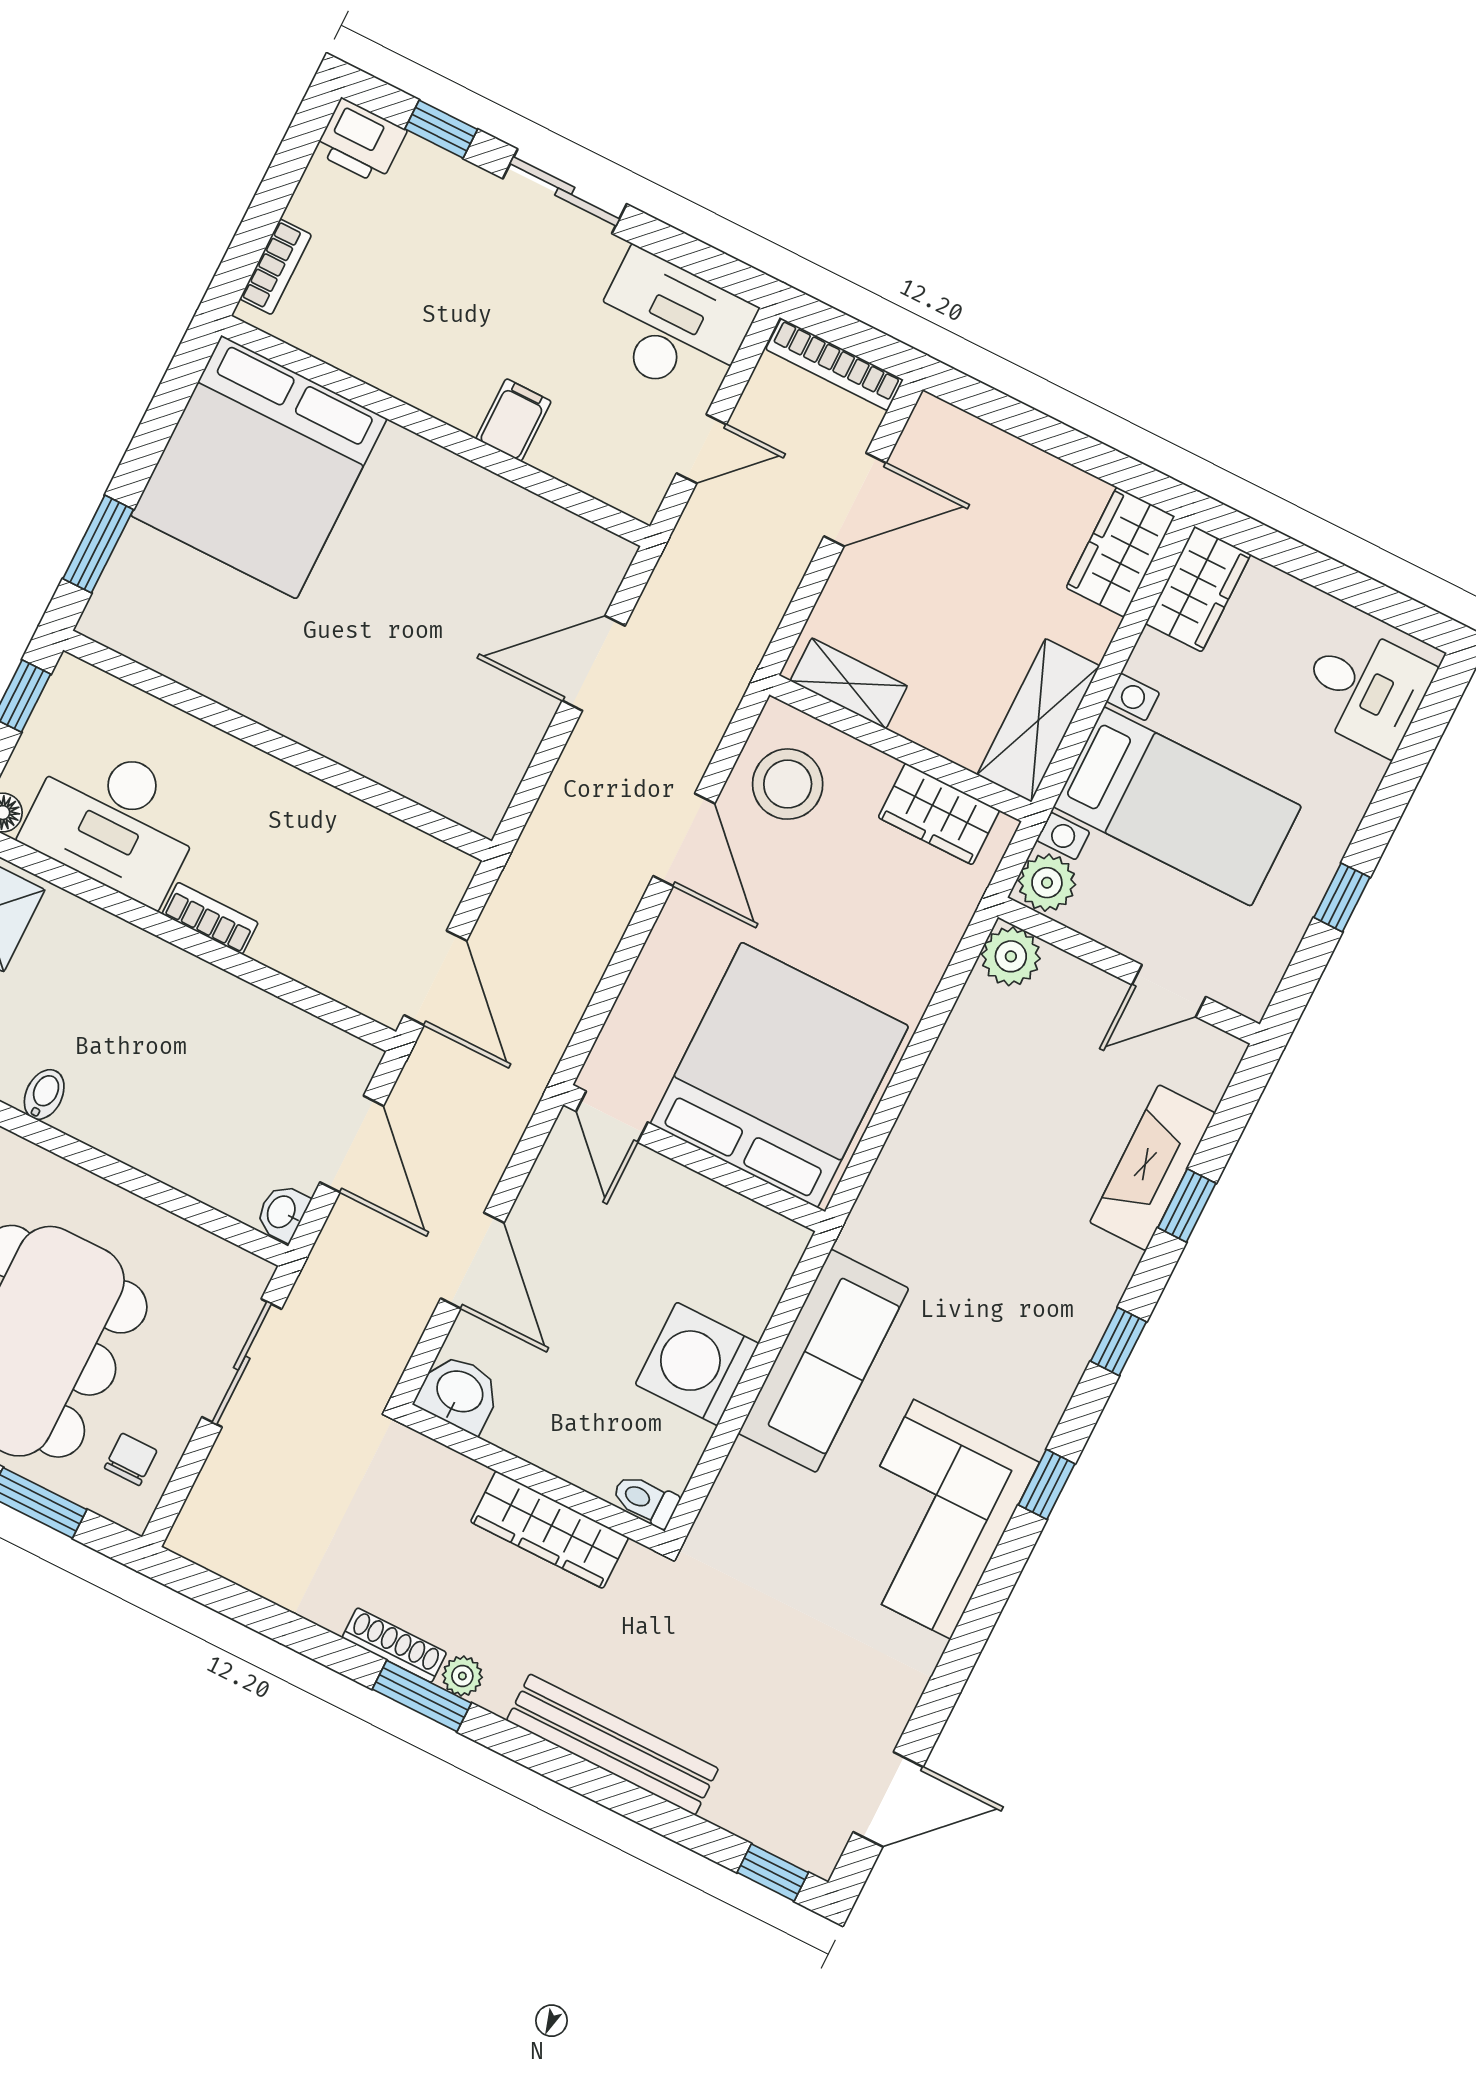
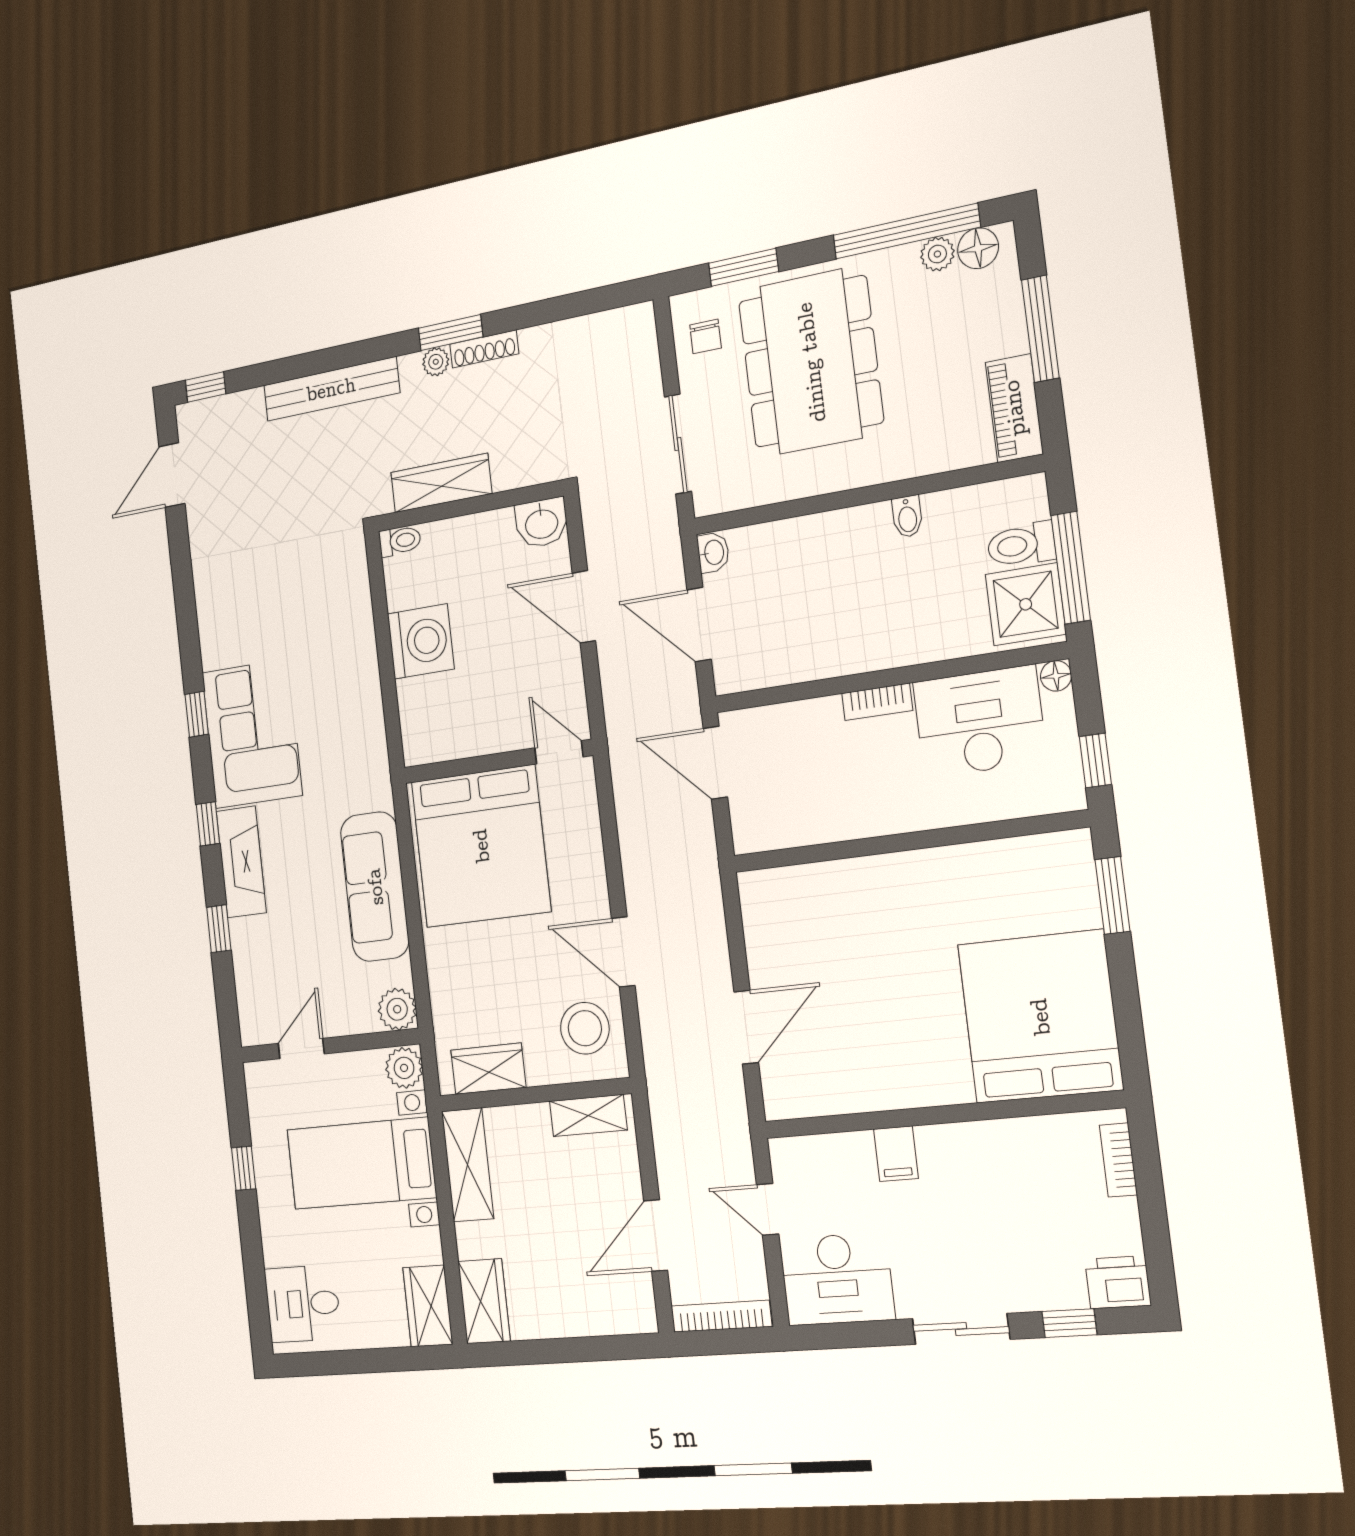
door: (701, 449) -> (768, 1209), hinge flipped
fireplace: (1152, 1168) -> (241, 862), moved
sofa: (823, 1361) -> (375, 887), moved
corner sofa: (932, 1519) -> (252, 734), moved

